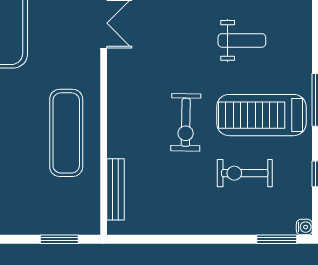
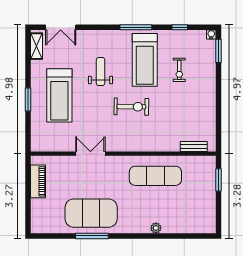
exercise bike: (186, 122) -> (131, 107), moved
exercise bike: (245, 173) -> (179, 70), width x0.73, depth x0.72
bench: (115, 189) -> (194, 147), width x0.73

